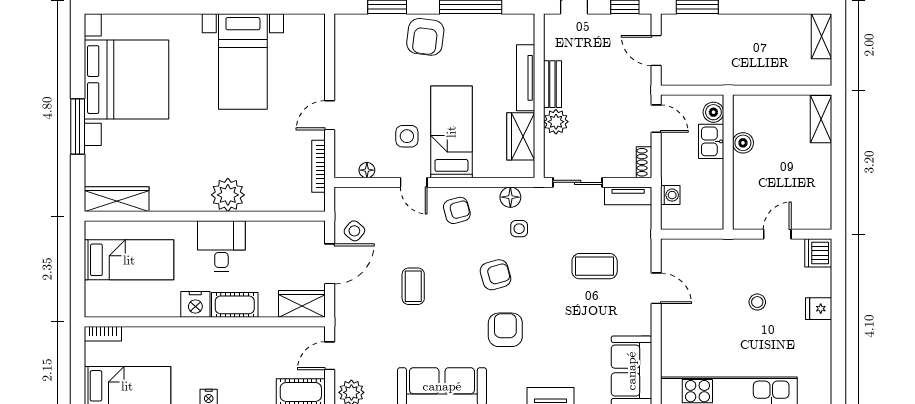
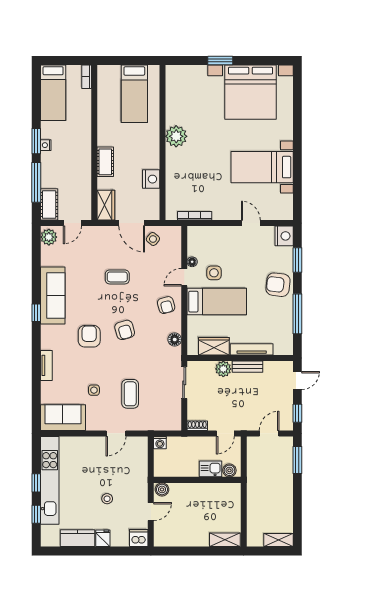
nightstand: (350, 27) -> (284, 236), added
door: (330, 115) -> (251, 223), moved
window: (78, 126) -> (220, 61), width x0.69
boiler: (743, 143) -> (162, 489), moved
floor lamp: (367, 170) -> (192, 262), moved
plant: (228, 195) -> (176, 136), moved
washing machine: (670, 195) -> (160, 443), moved
tv unit: (628, 196) -> (176, 415), removed
wardrobe: (117, 199) -> (173, 86), removed
side table: (519, 229) -> (94, 390), moved
door: (777, 234) -> (151, 512), hinge flipped
desk: (221, 246) -> (143, 153), removed
nightstand: (195, 304) -> (151, 179), moved, turned 180
armchair: (505, 330) -> (89, 336), turned -90
kitchen counter: (818, 348) -> (78, 538), added
door: (330, 356) -> (72, 223), swing flipped

